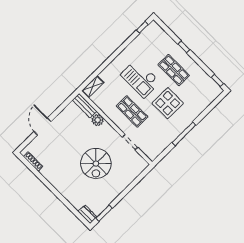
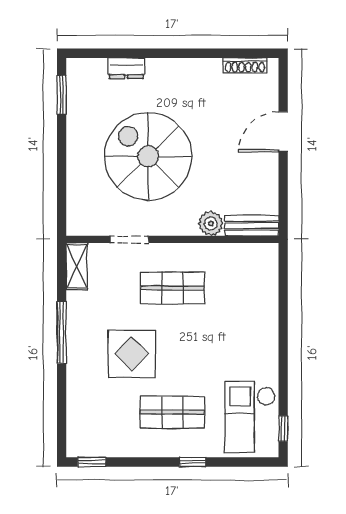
checkout: (140, 78) -> (250, 417), moved, turned -90
shelving: (93, 87) -> (77, 266), moved
door: (43, 126) -> (283, 132), swing flipped
spiral stairs: (96, 164) -> (148, 156), width x1.37, depth x1.37
dresser: (87, 214) -> (126, 68), moved

